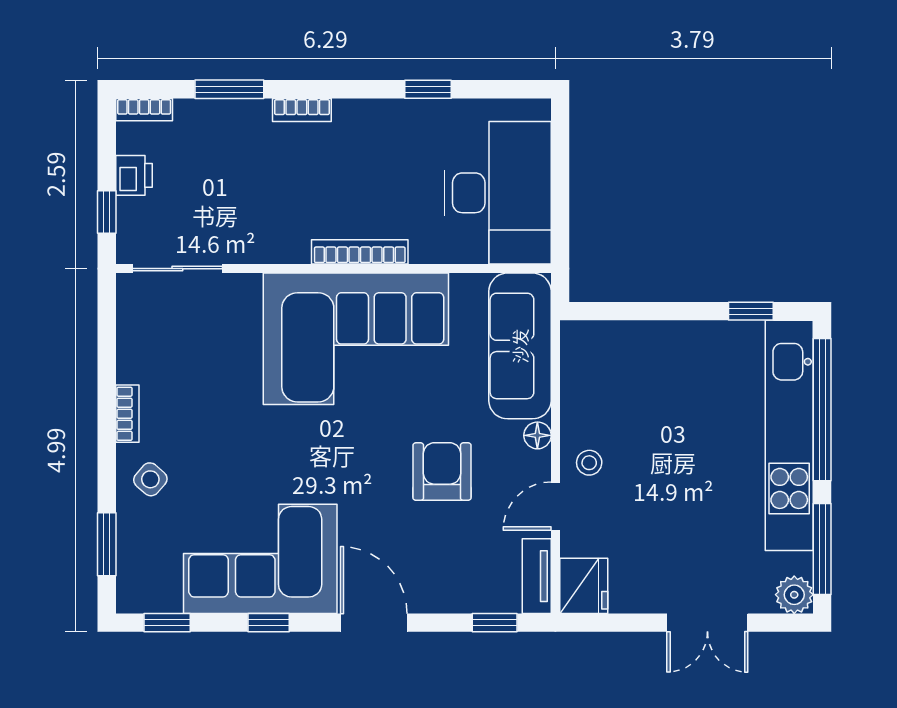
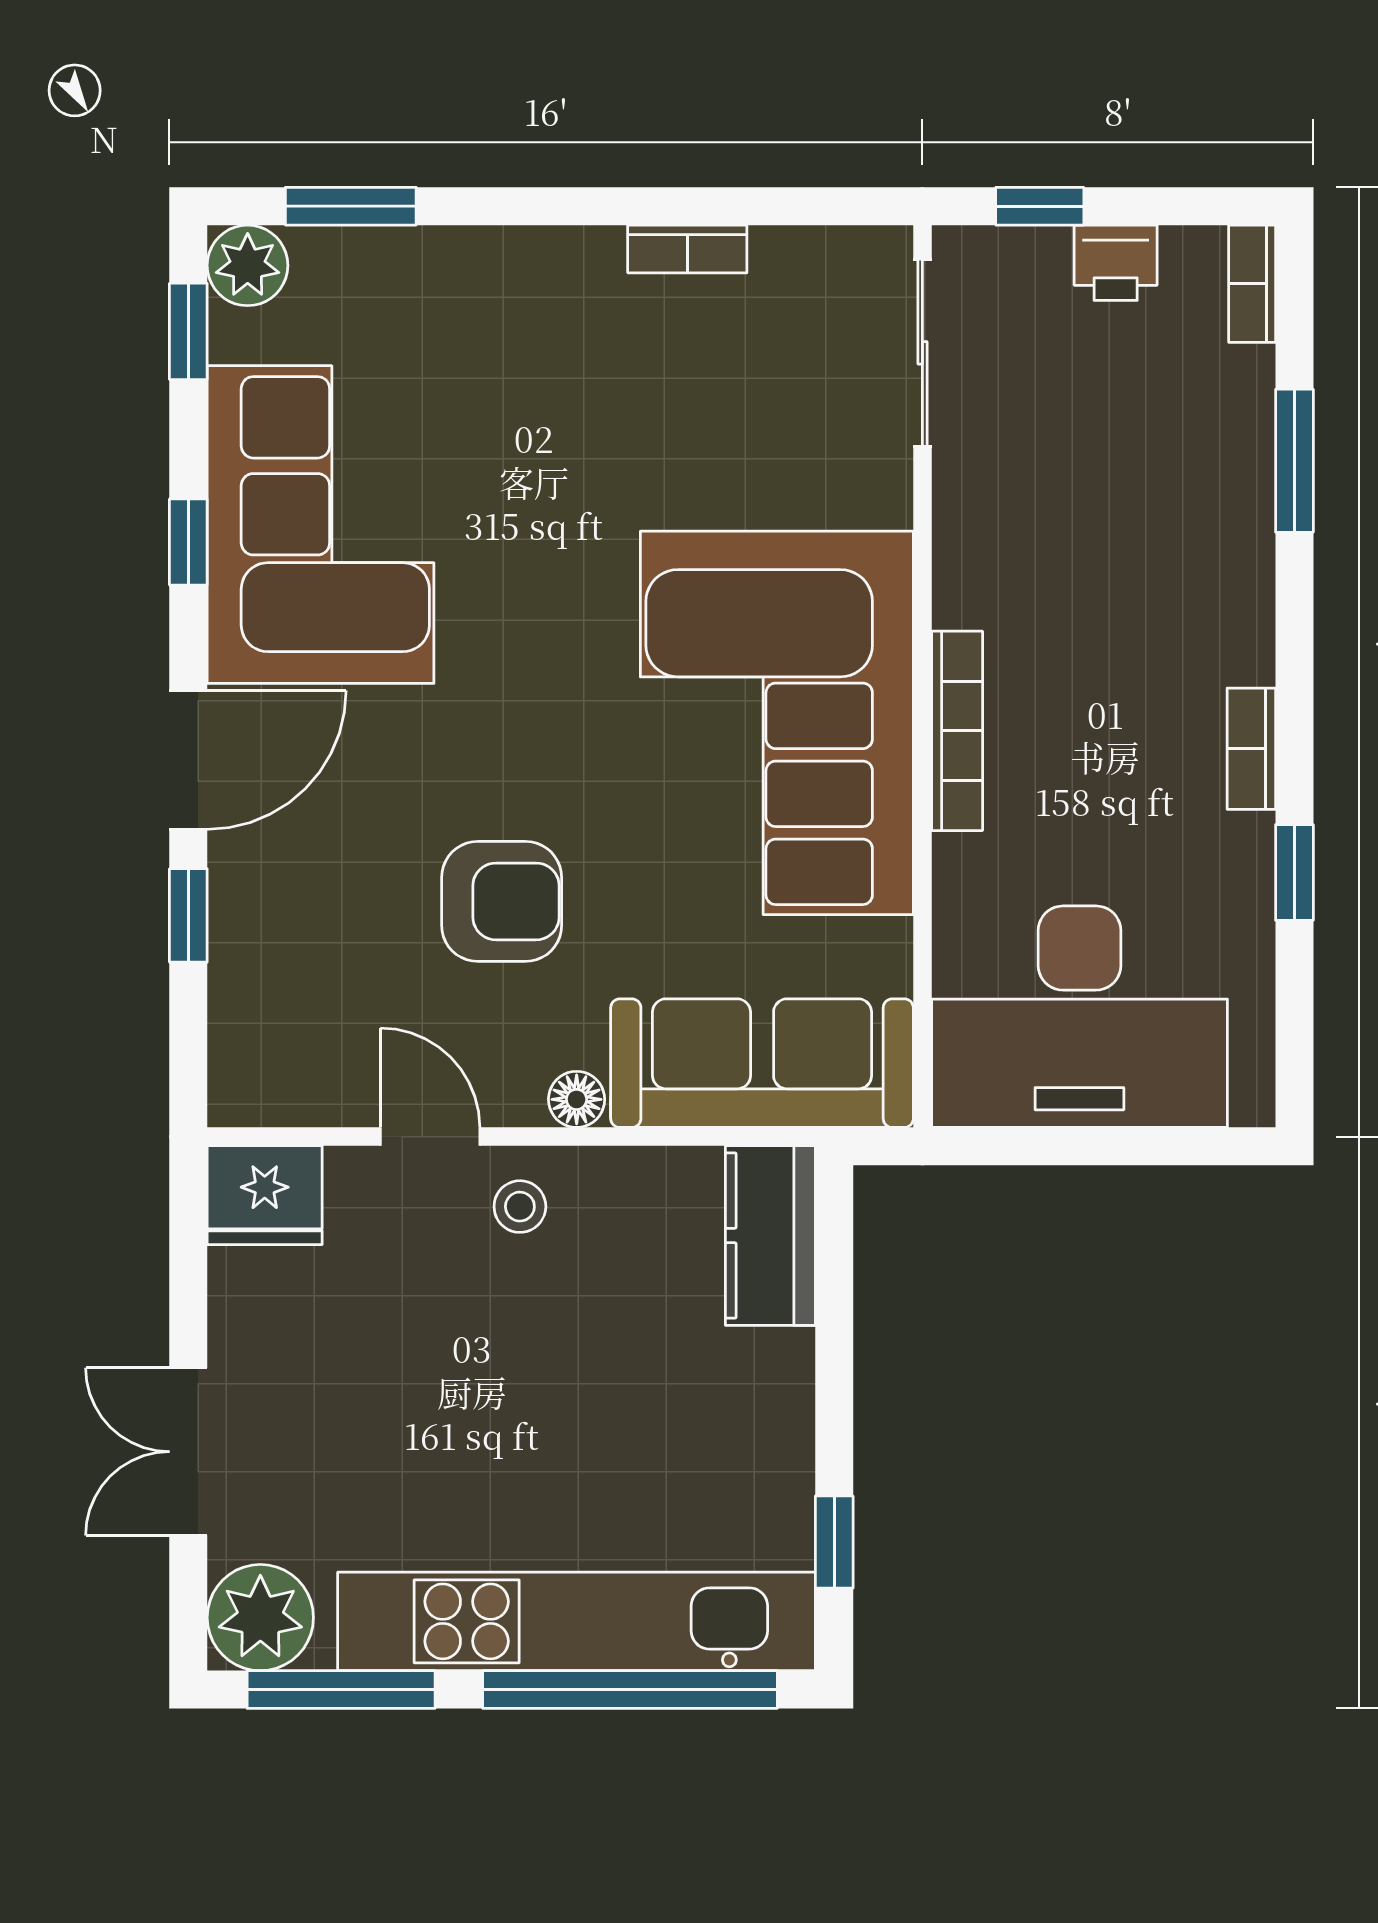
bookcase: (302, 110) -> (1251, 749), moved
kitchen counter: (603, 342) -> (770, 1236), added
bookcase: (127, 414) -> (687, 249), moved
side table: (150, 479) -> (486, 297), removed
tv unit: (537, 576) -> (285, 1098), removed
plant: (135, 594) -> (248, 265), added
plant: (794, 595) -> (260, 1618), width x1.36, depth x1.36
window: (495, 623) -> (188, 915), moved

